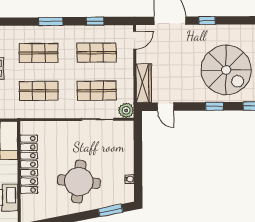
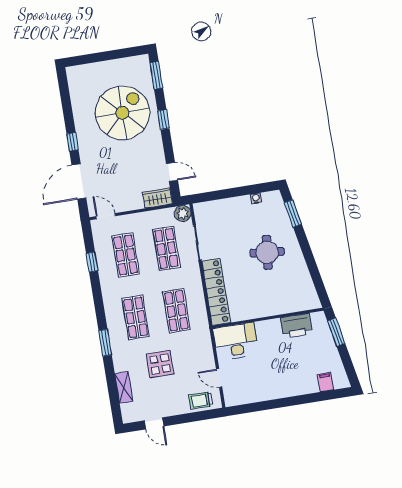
window: (51, 21) -> (105, 343), moved
wardrobe: (144, 83) -> (157, 198), width x0.67
door: (165, 107) -> (172, 172), hinge flipped
locker: (29, 164) -> (216, 292), moved, turned 90
round table: (79, 182) -> (267, 252), width x0.73, depth x0.73

